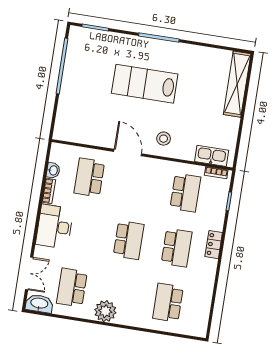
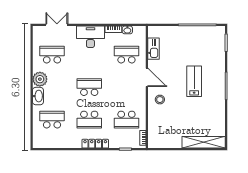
lab bench: (145, 84) -> (194, 81), width x0.73, depth x0.72
door: (128, 153) -> (147, 77), hinge flipped
kitchen sink: (212, 156) -> (154, 49), moved
school desk: (129, 240) -> (89, 87), turned 180
locker: (214, 245) -> (95, 144), width x1.53
double door: (29, 273) -> (57, 25), swing flipped
washbasin: (39, 304) -> (38, 96), moved

